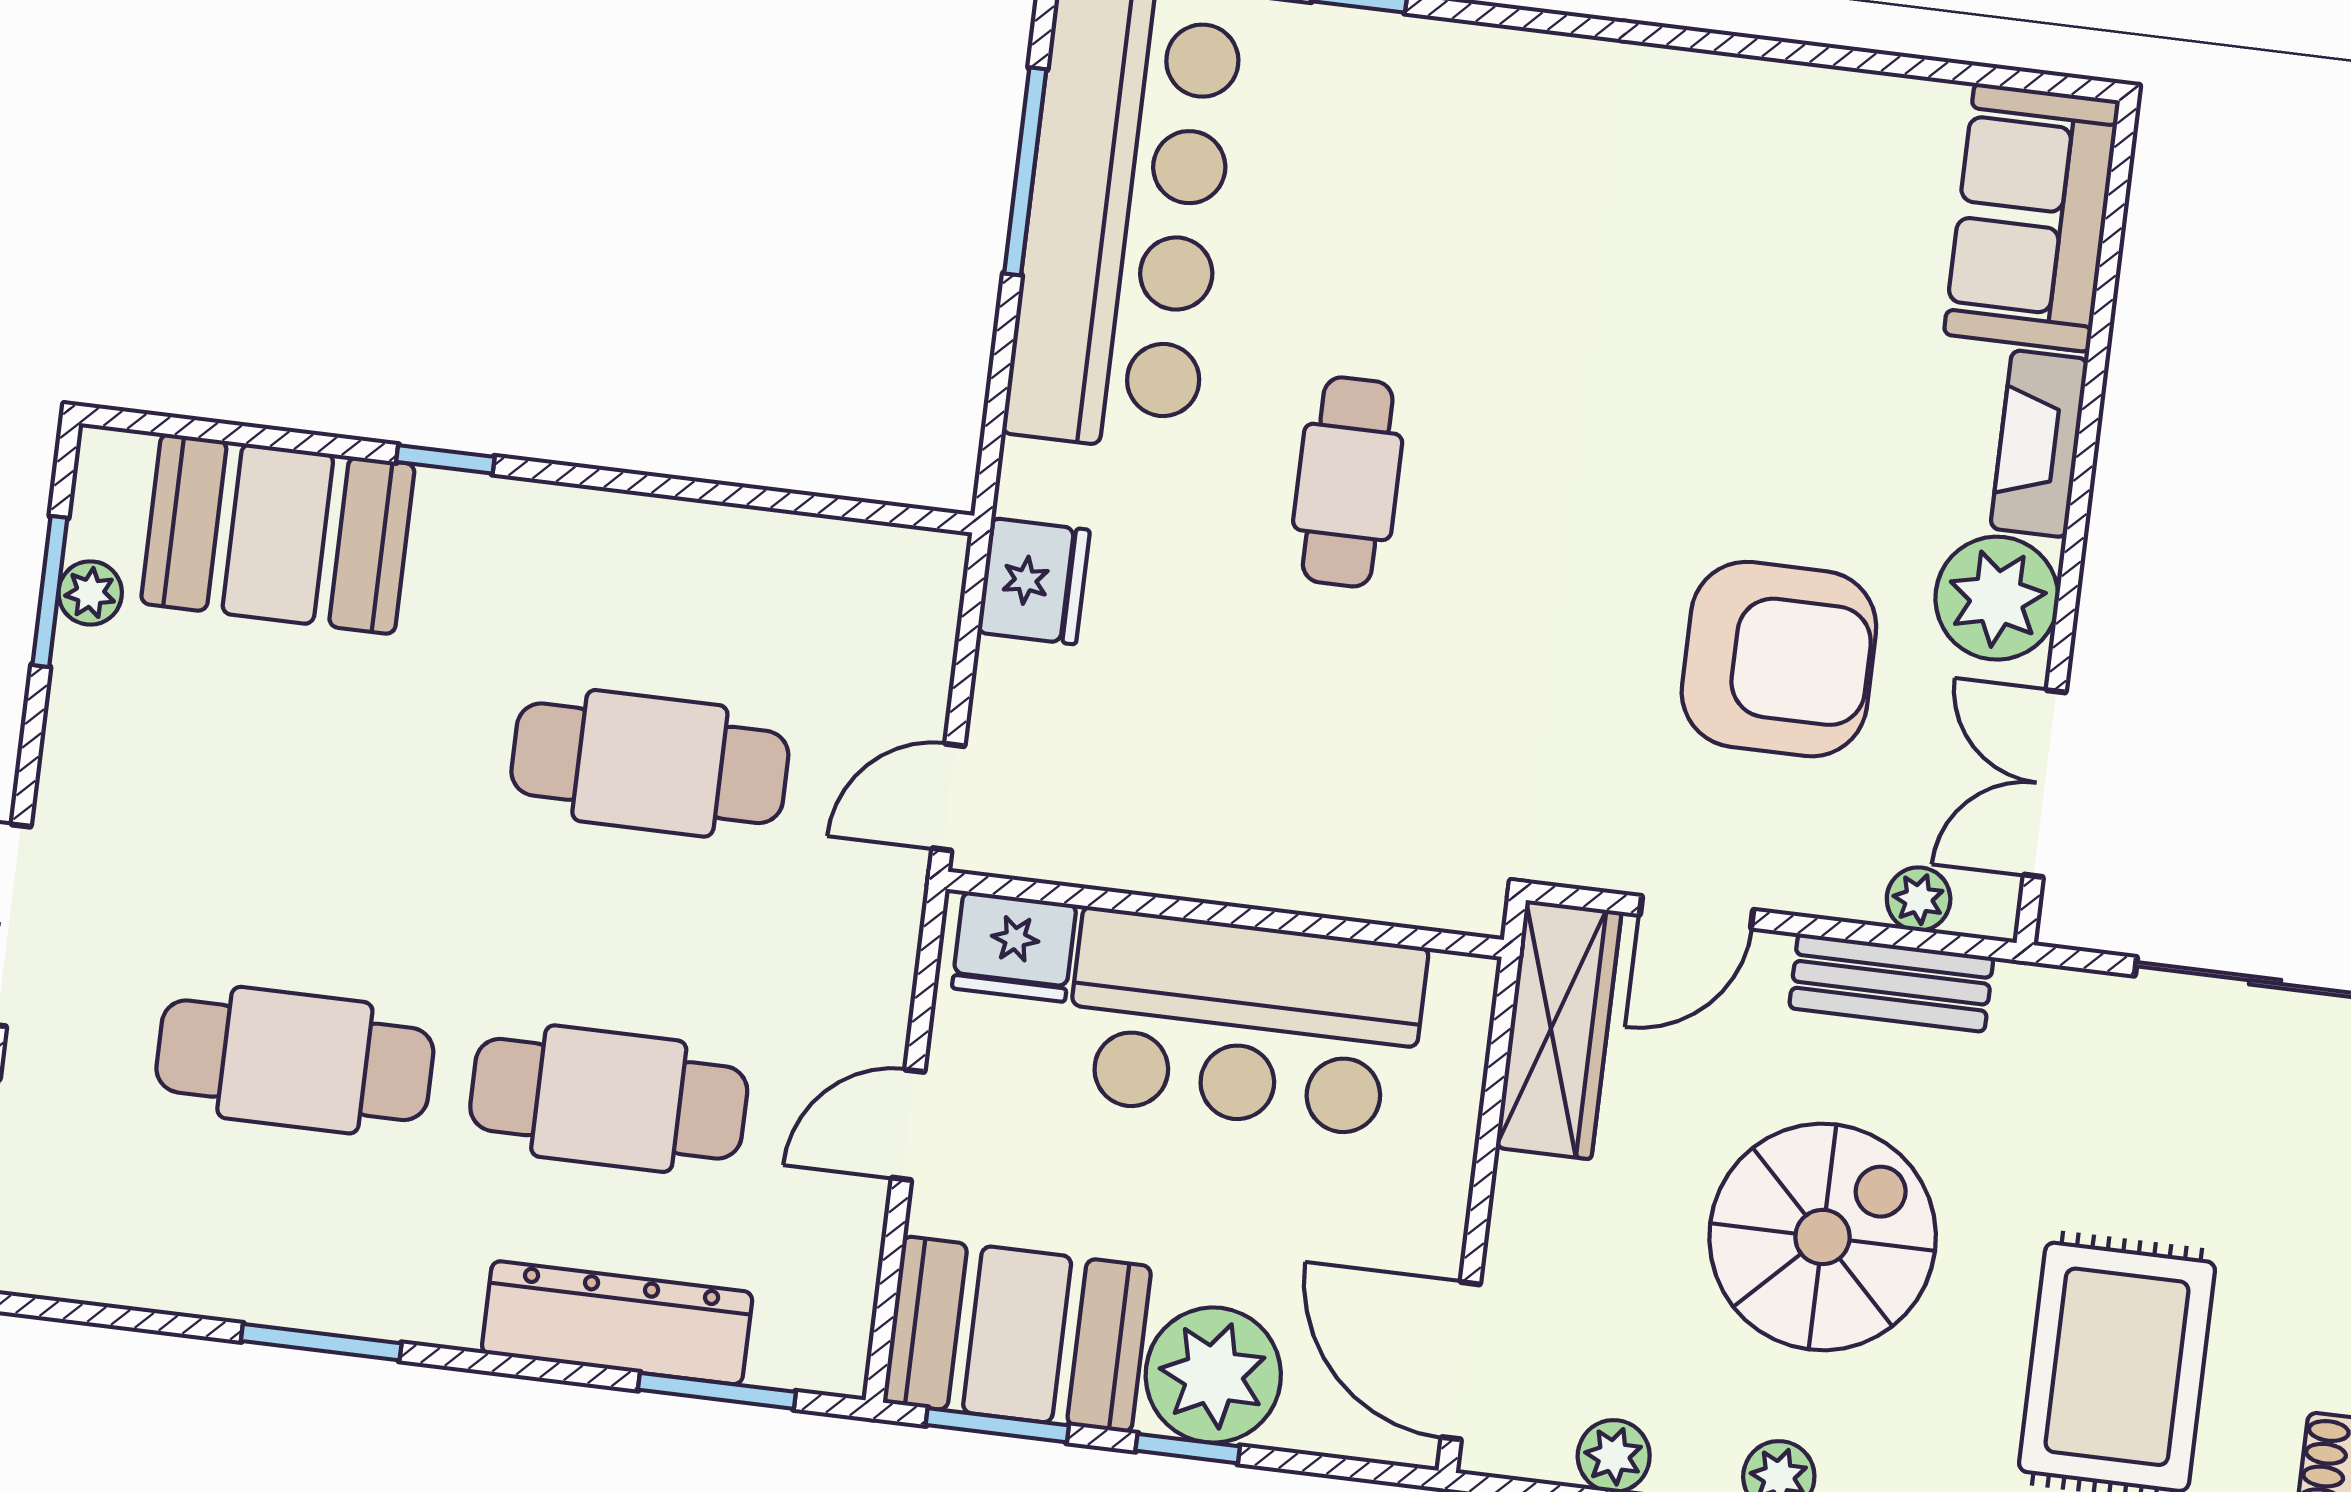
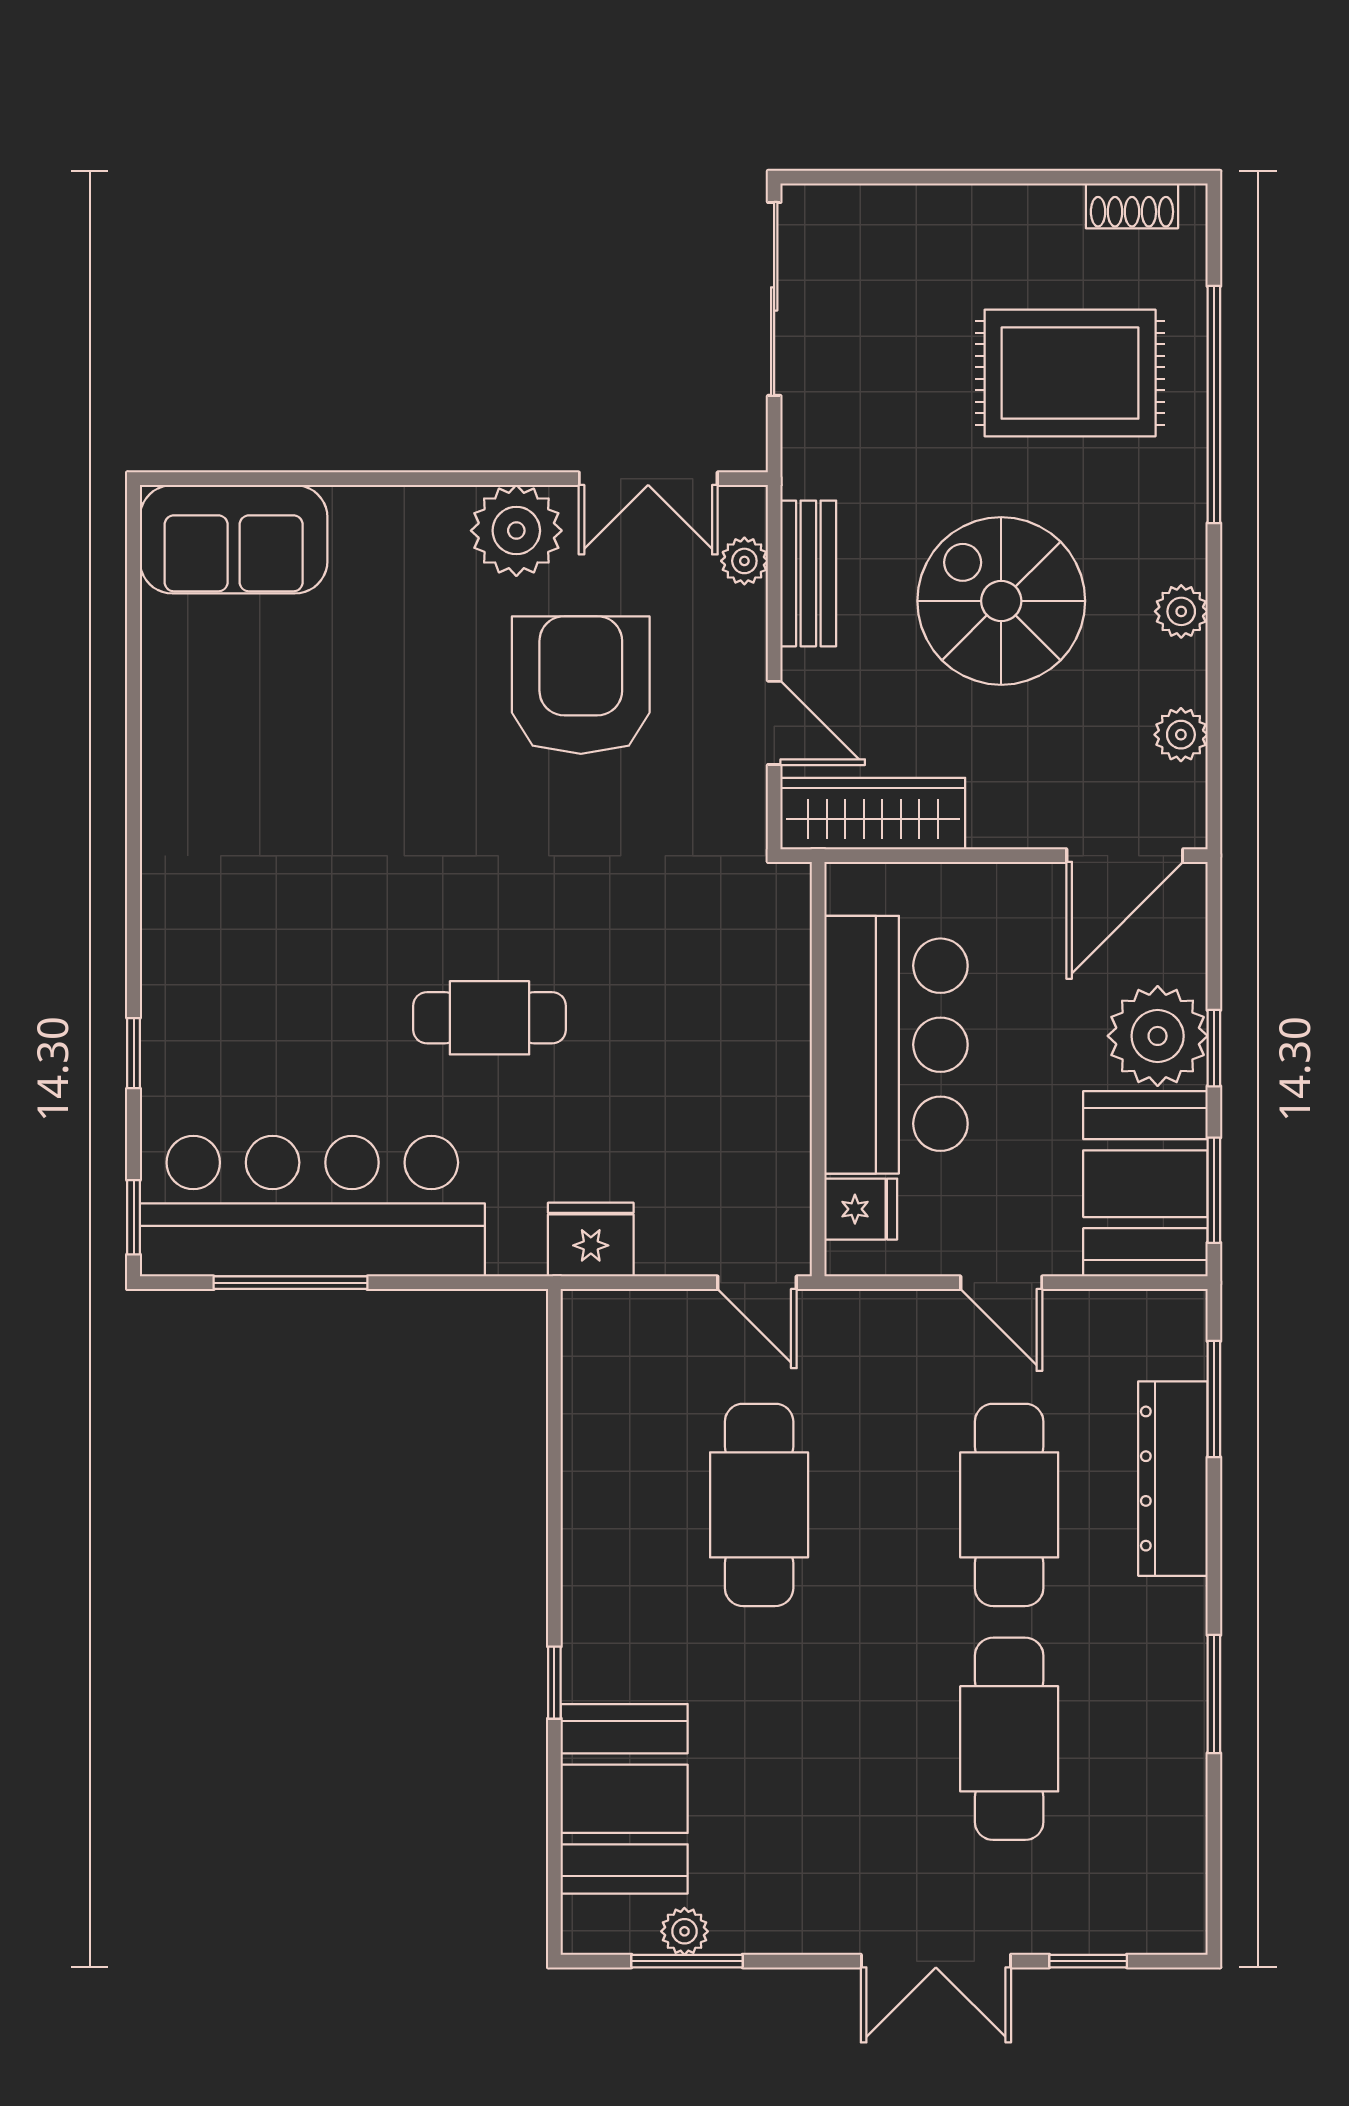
fireplace: (2039, 444) -> (399, 513), removed
fridge: (1014, 947) -> (861, 1209), width x0.72

